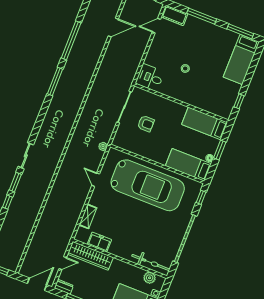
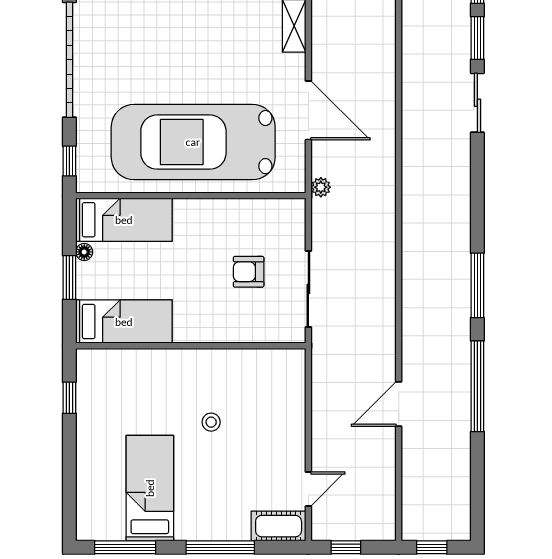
door: (113, 28) -> (399, 404), moved
bed: (241, 59) -> (150, 488), moved
desk: (150, 77) -> (279, 373), removed
door: (96, 180) -> (308, 110), width x1.88

